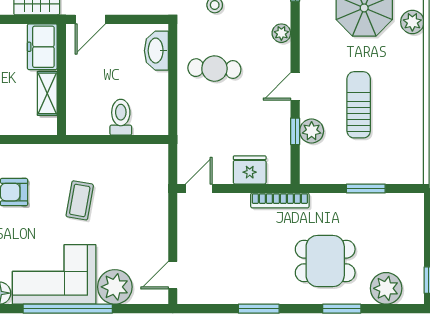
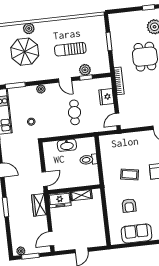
door: (90, 19) -> (44, 179), hinge flipped
washbasin: (156, 51) -> (67, 145), moved
cafe table: (214, 69) -> (75, 112), moved
door: (199, 188) -> (118, 119), hinge flipped

